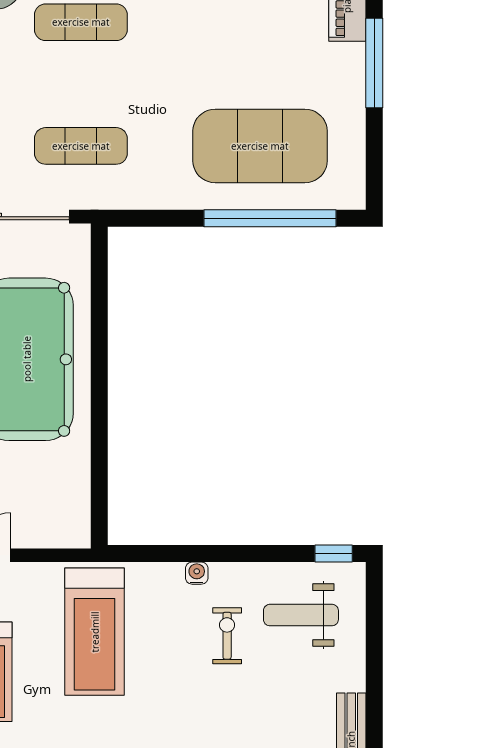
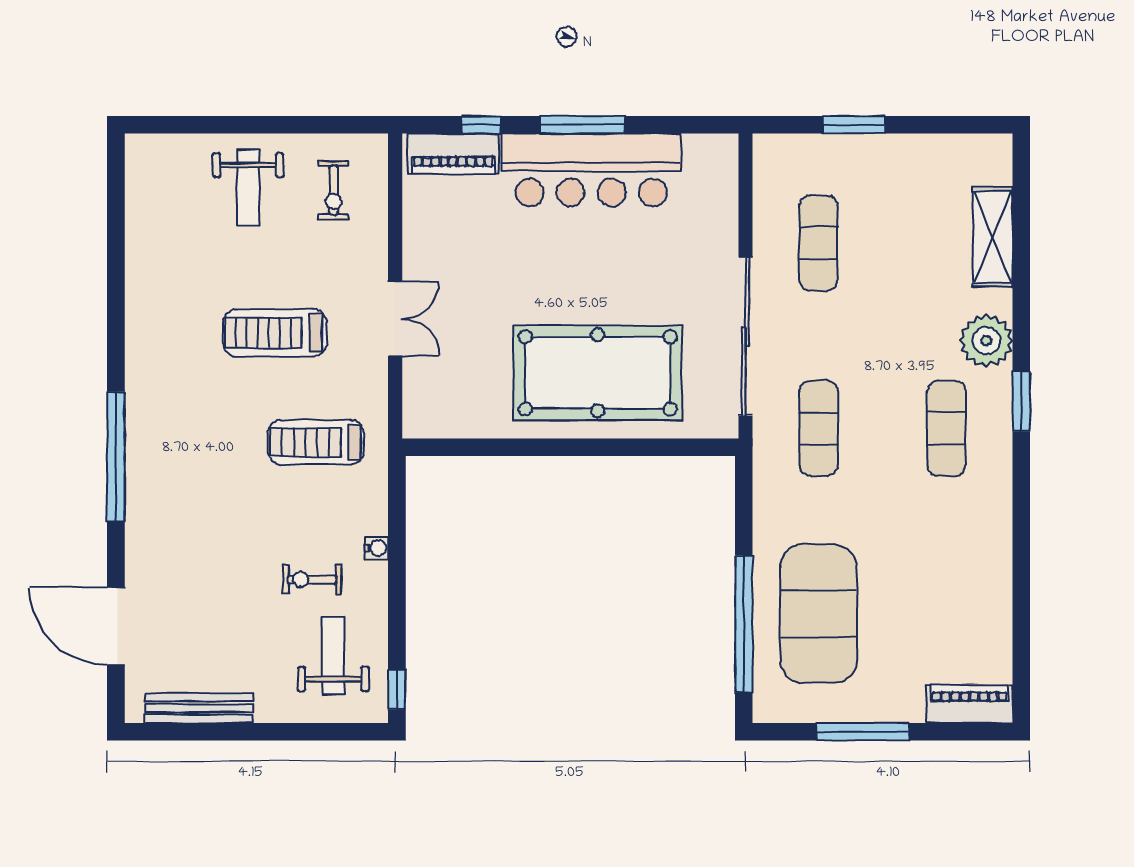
window: (374, 63) -> (863, 732), moved
treadmill: (95, 632) -> (316, 442), width x0.73, depth x0.73
exercise bike: (227, 636) -> (312, 579), turned 180

